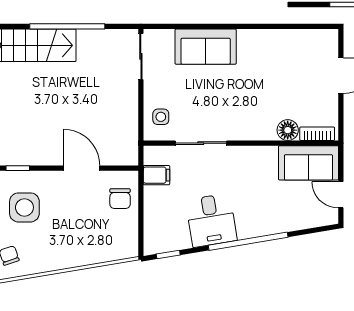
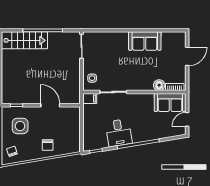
sofa: (206, 47) -> (145, 41), moved
filing cabinet: (156, 175) -> (90, 99), moved
door: (341, 195) -> (187, 119), hinge flipped
chair: (120, 199) -> (48, 145), moved

